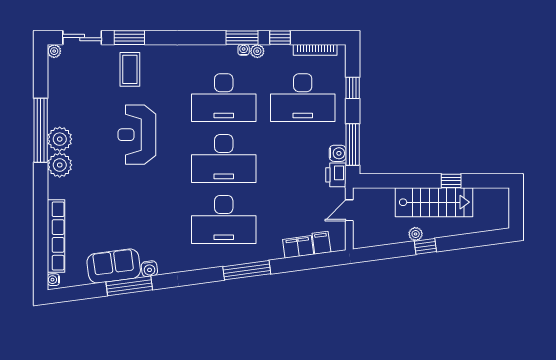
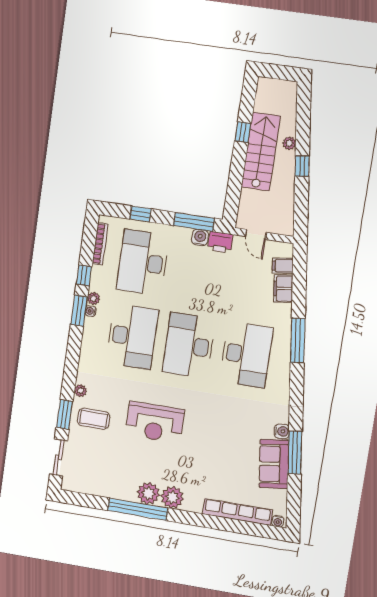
plant: (54, 51) -> (80, 391), moved
desk: (303, 98) -> (143, 263), turned 180
desk: (224, 159) -> (189, 345), turned 180
plant: (416, 234) -> (289, 143), moved

